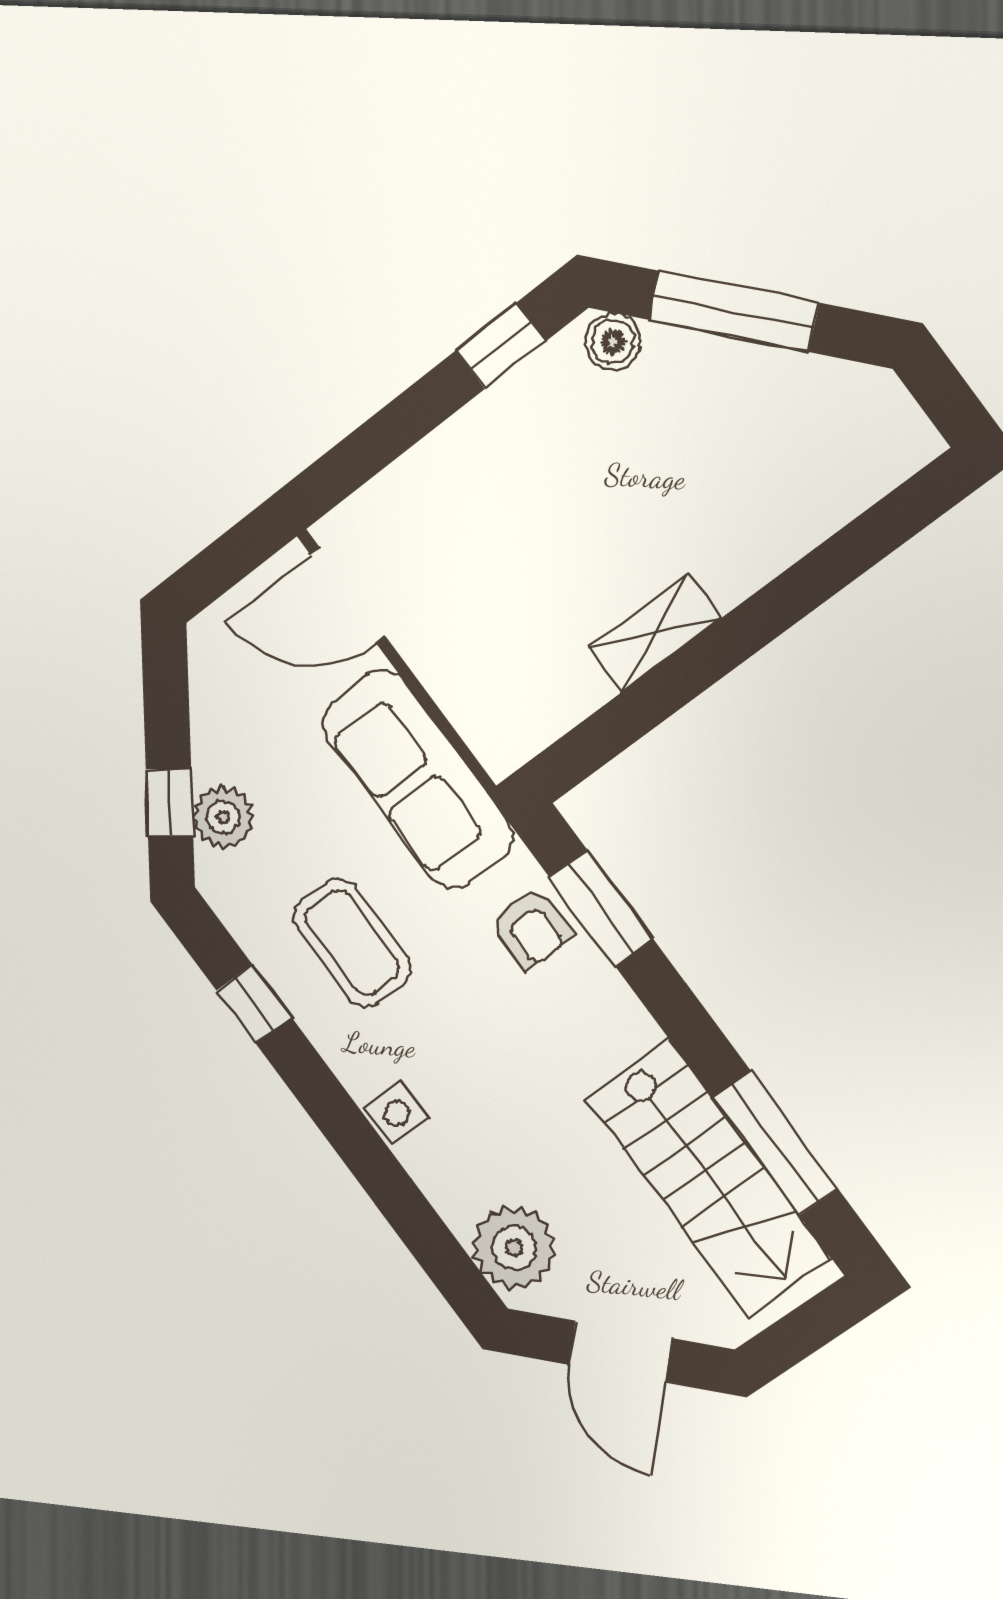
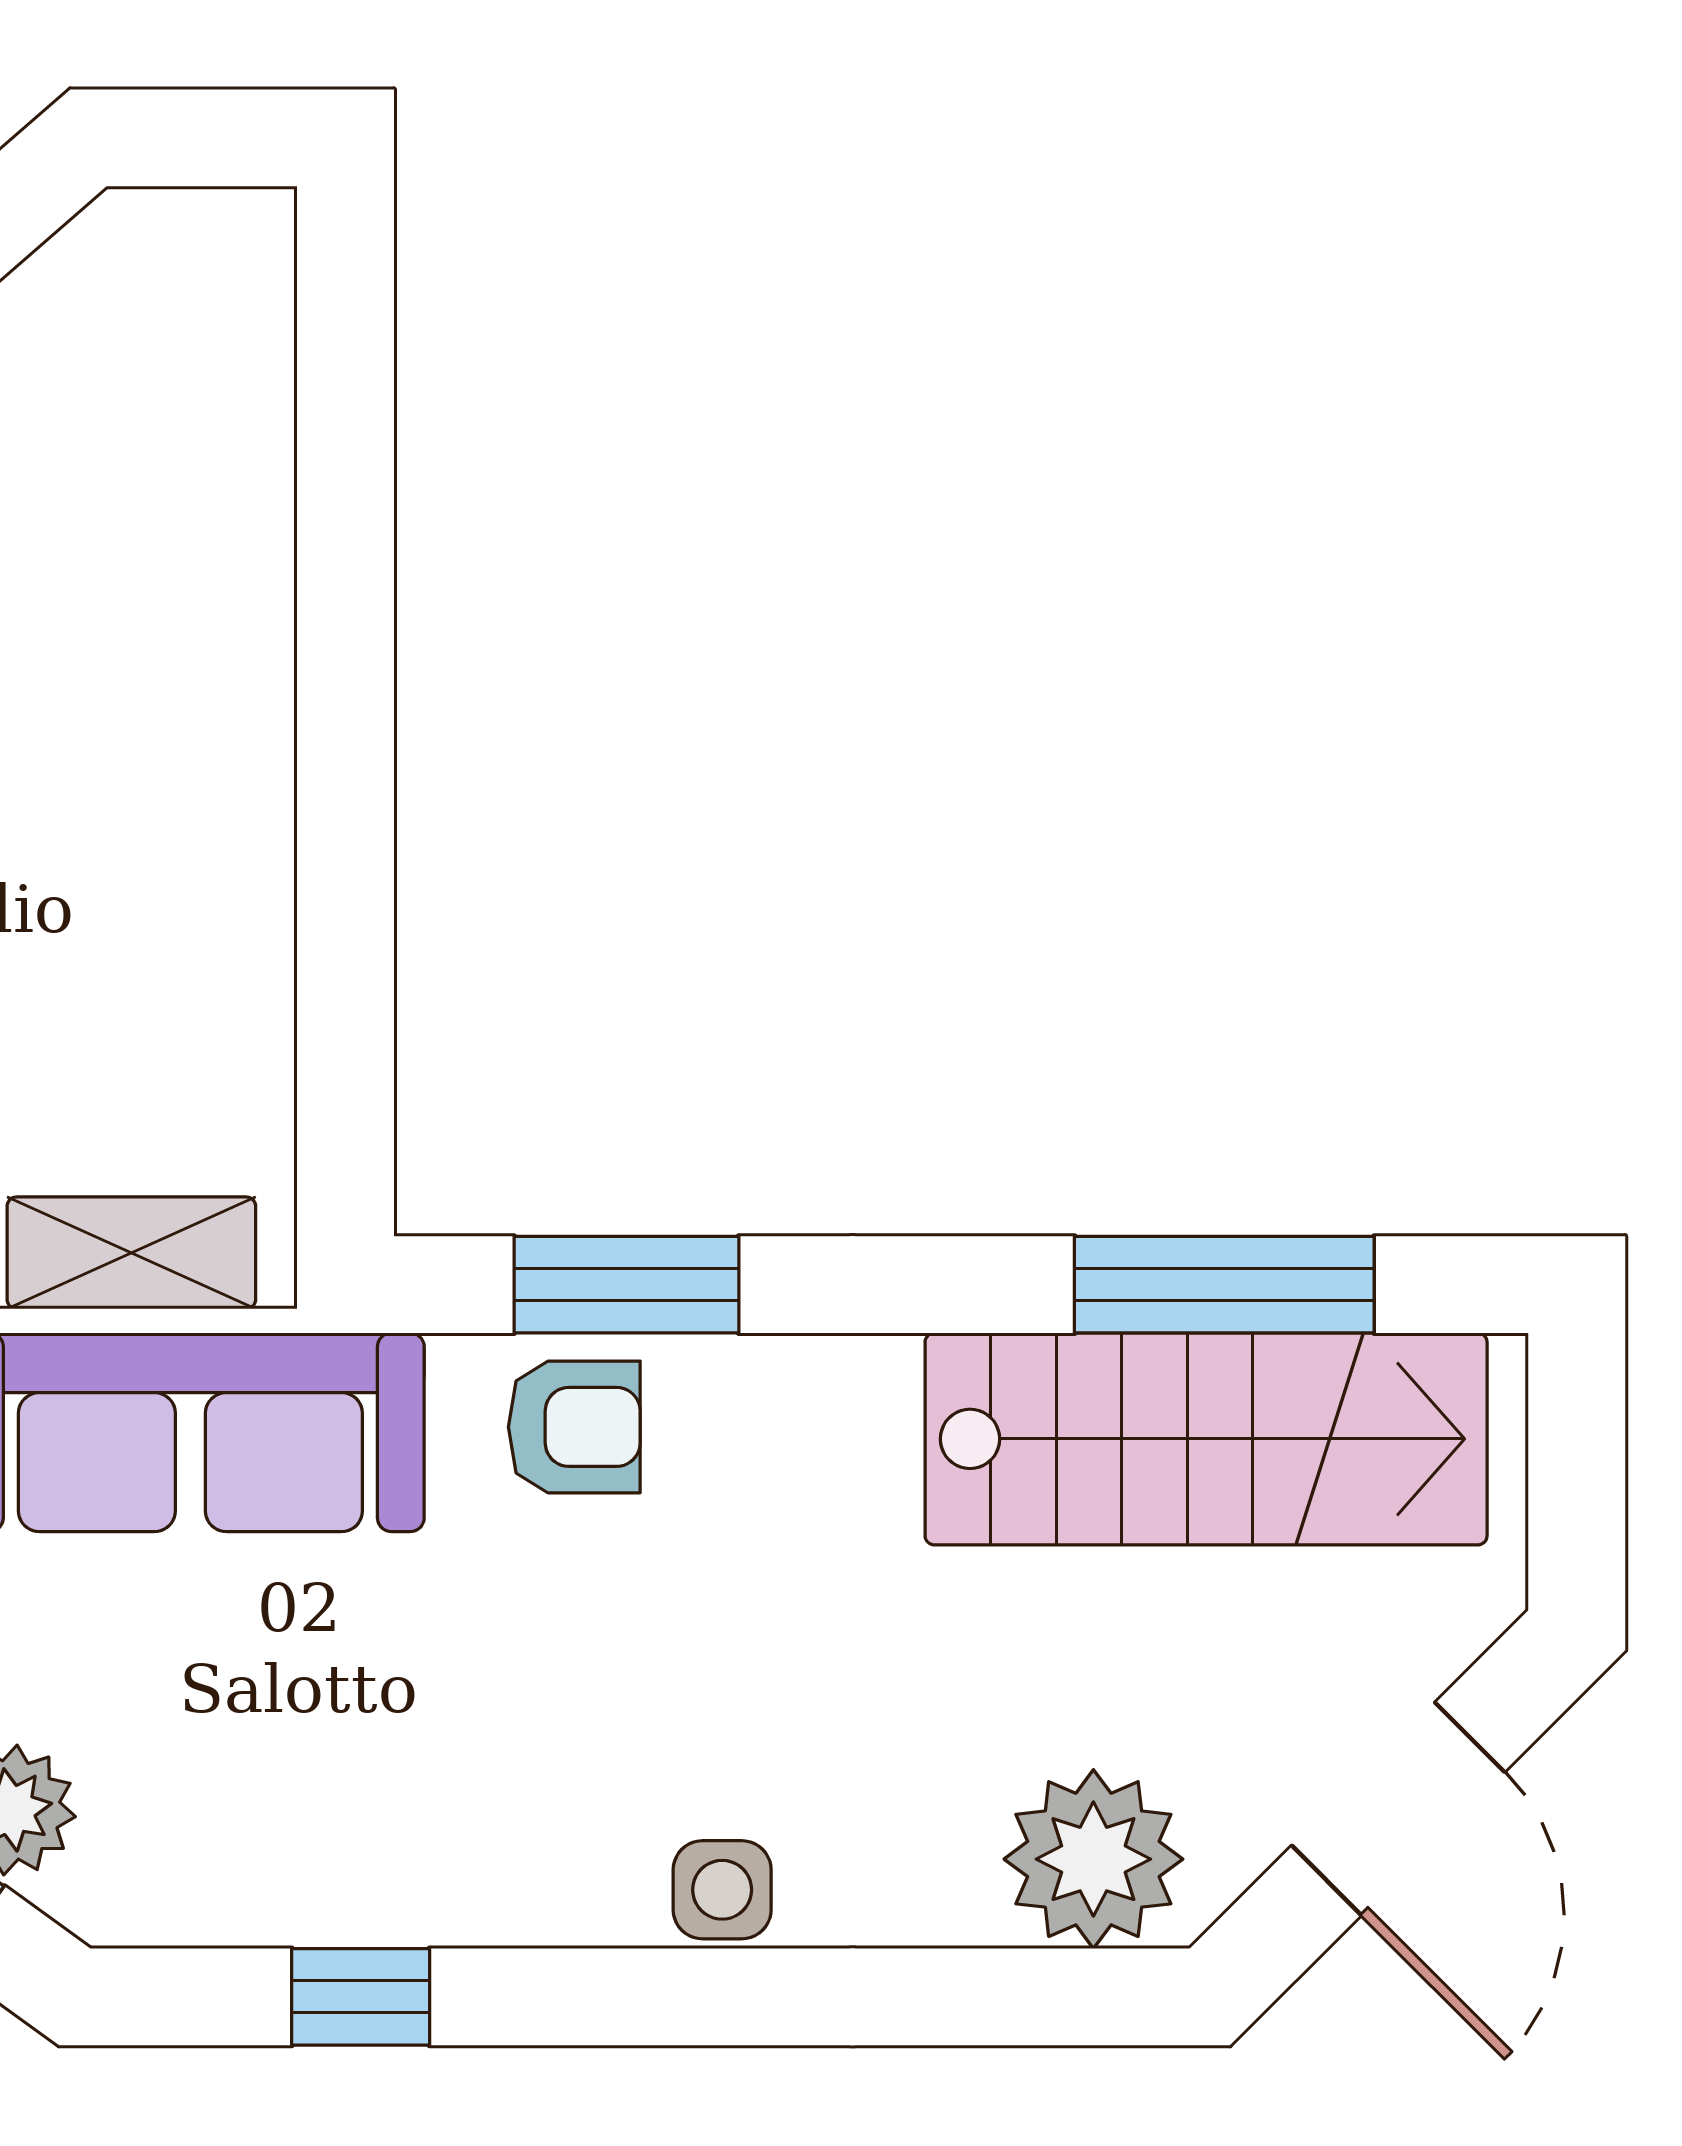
shelving: (654, 633) -> (131, 1253), moved, turned 90
coffee table: (352, 943) -> (380, 1748), removed
door: (620, 1352) -> (1398, 1809), hinge flipped

